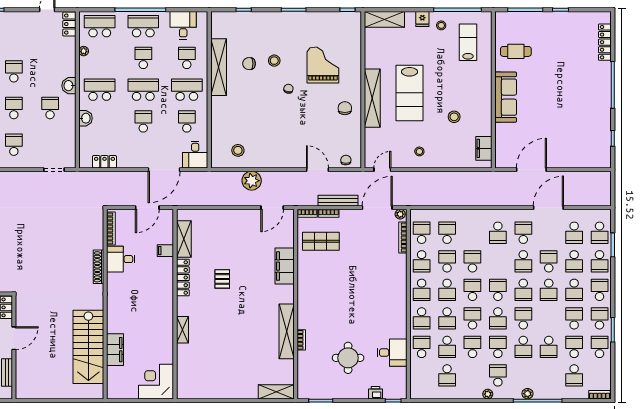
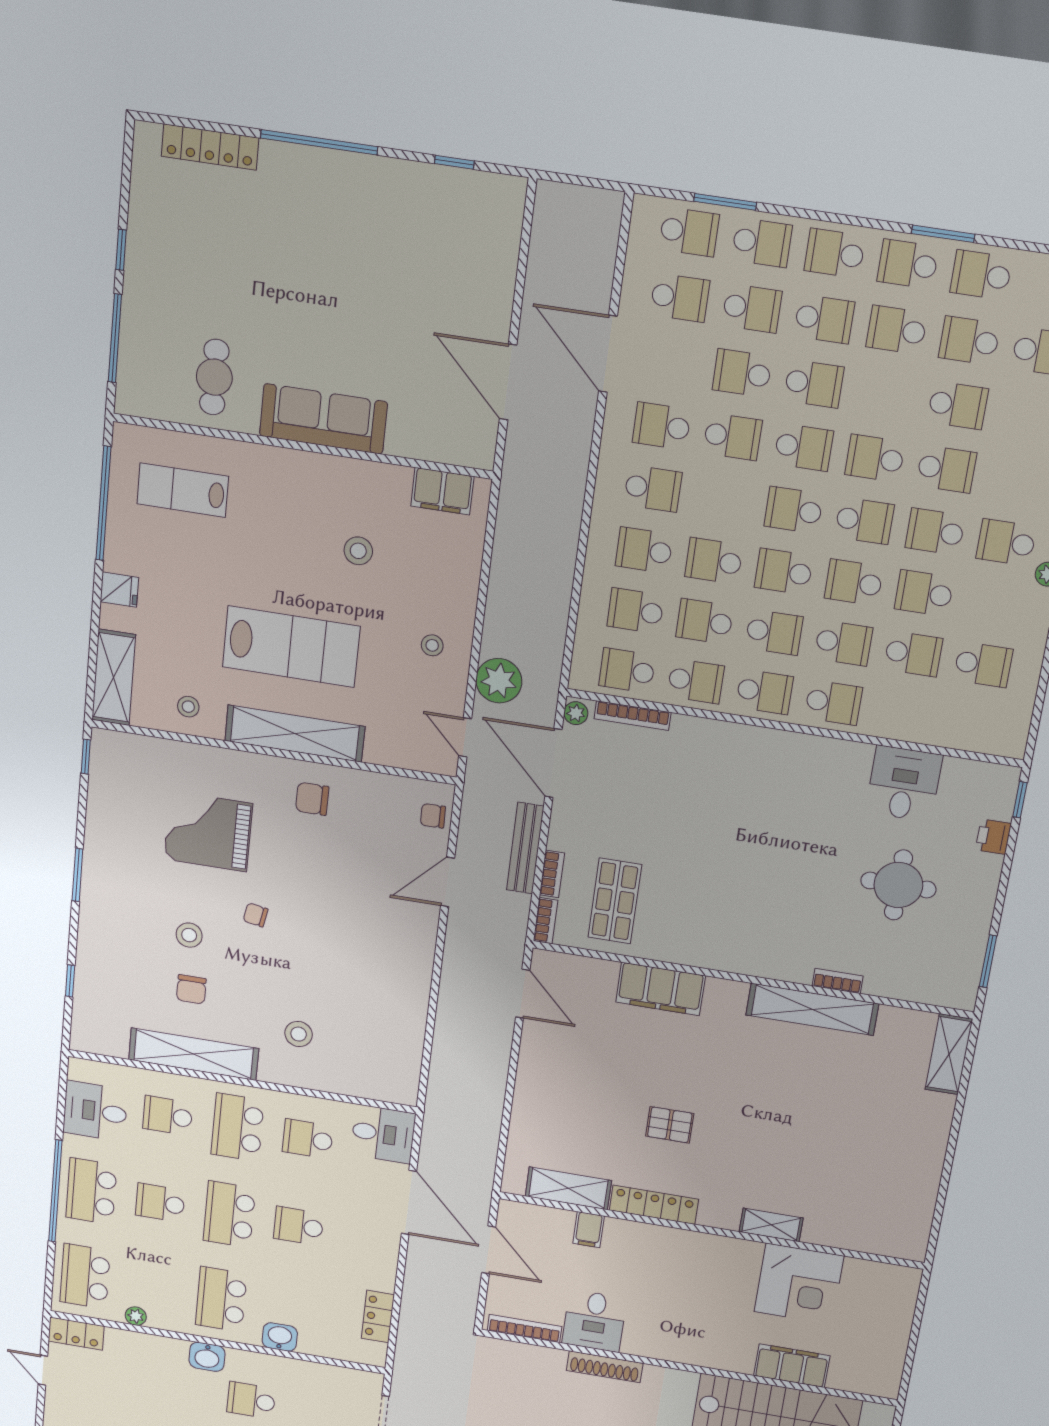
stool: (441, 25) -> (188, 707), moved
stool: (238, 150) -> (299, 1034), moved
plant: (252, 181) -> (499, 681), moved
school desk: (422, 347) -> (644, 550), moved
corner desk: (156, 382) -> (799, 1284), moved, turned -90

